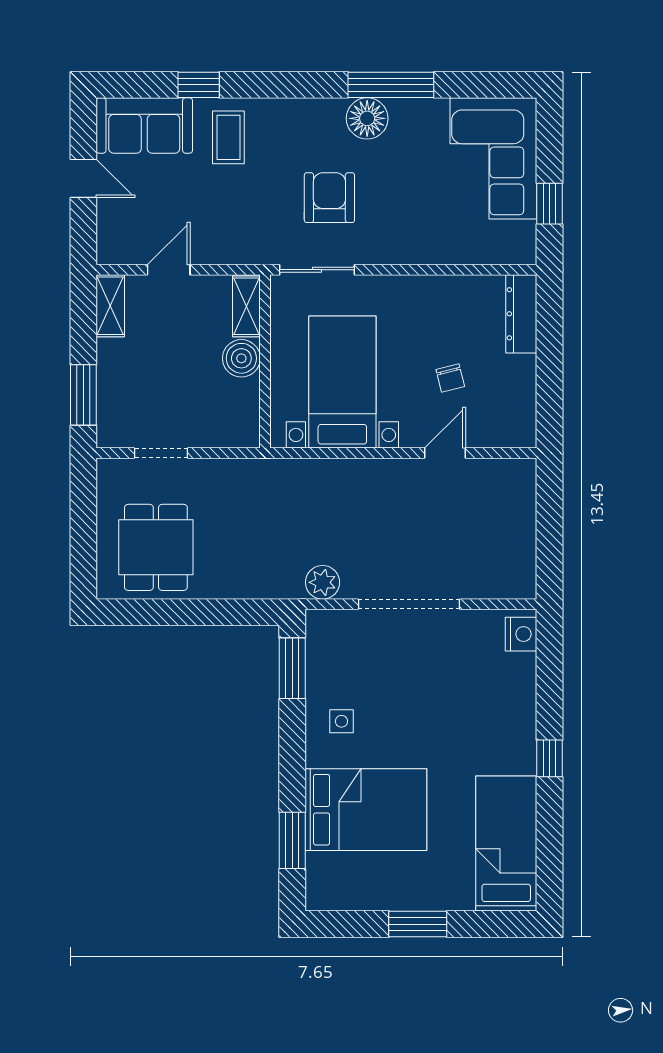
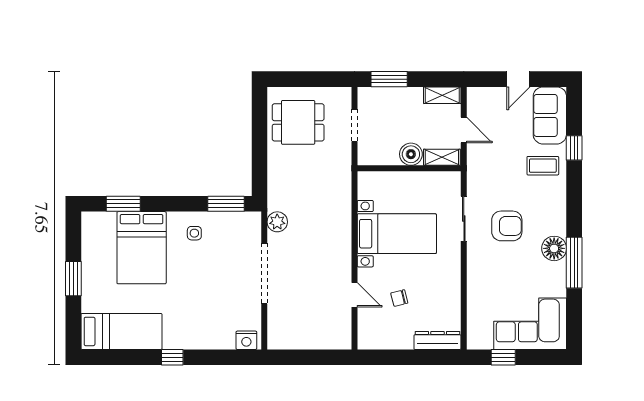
shelving: (246, 306) -> (442, 157), moved
boiler: (241, 358) -> (411, 154), moved
wall: (265, 361) -> (409, 168), moved

